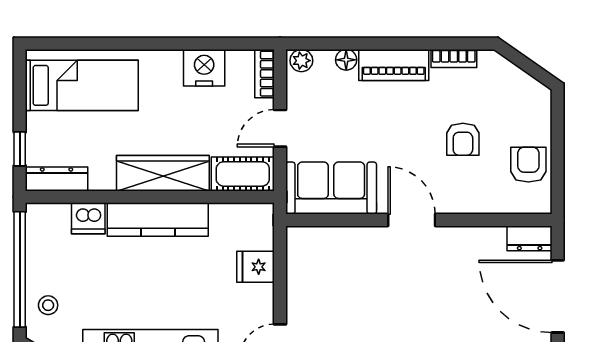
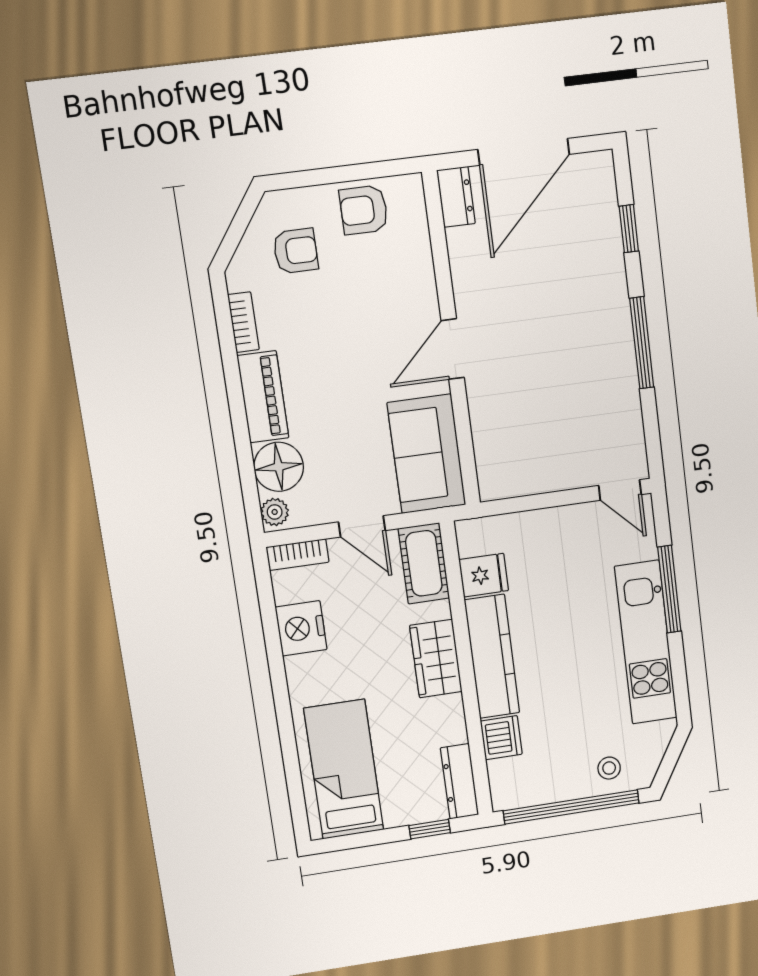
floor lamp: (346, 60) -> (279, 467), width x1.89, depth x1.89
armchair: (463, 139) -> (296, 251), moved
wardrobe: (163, 173) -> (436, 659), width x0.67
fridge: (256, 267) -> (484, 575), moved, turned -90

